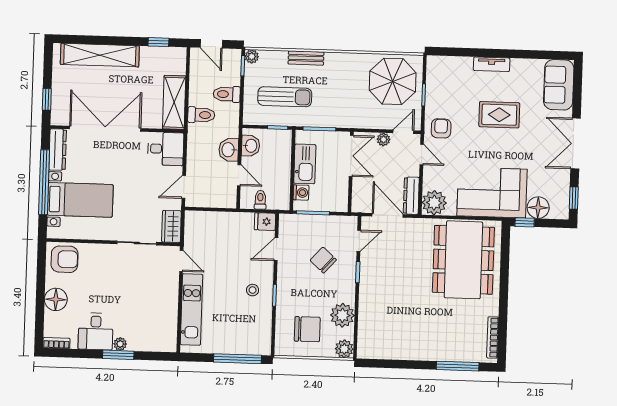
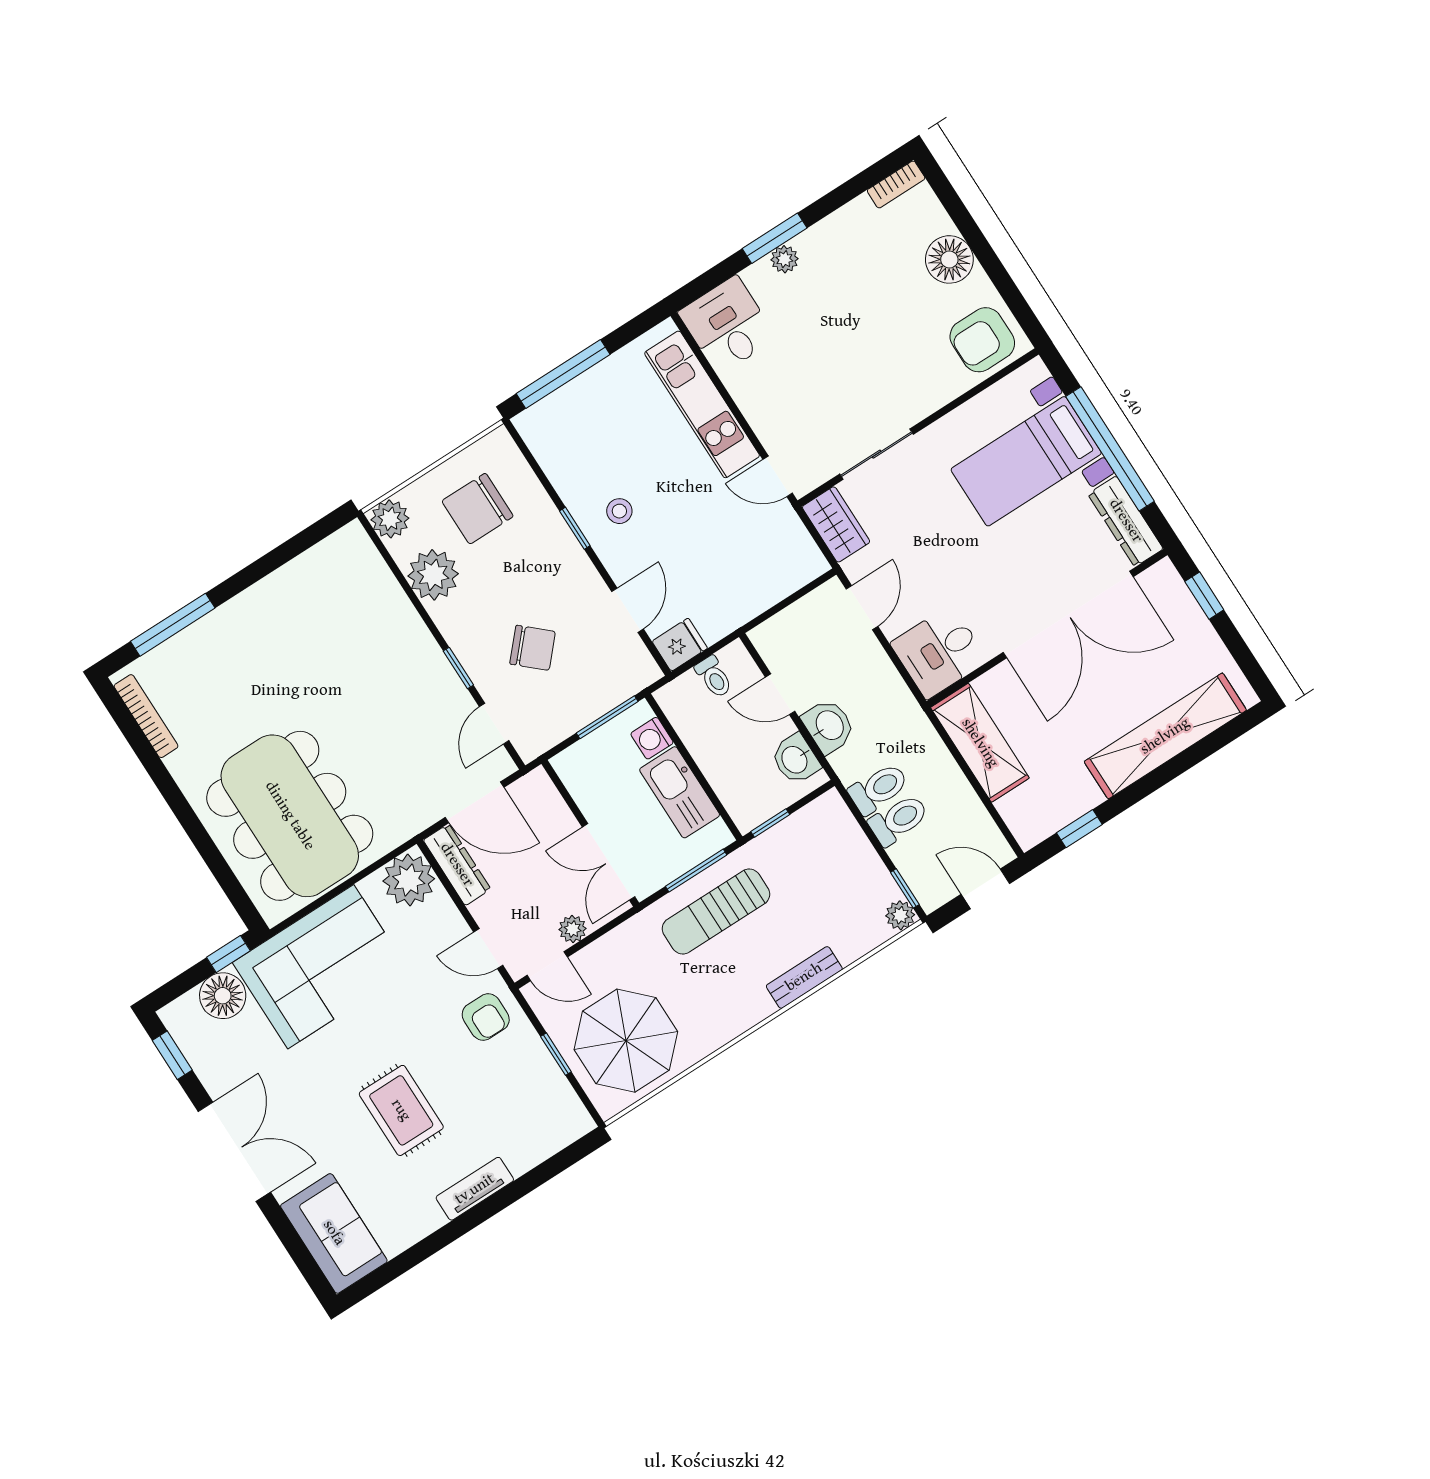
sun lounger: (285, 97) -> (716, 911), moved
toilet: (201, 115) -> (878, 789), moved, turned 180
rug: (499, 115) -> (401, 1110), turned 90
door: (403, 132) -> (547, 966), hinge flipped
desk: (96, 331) -> (727, 325), moved

